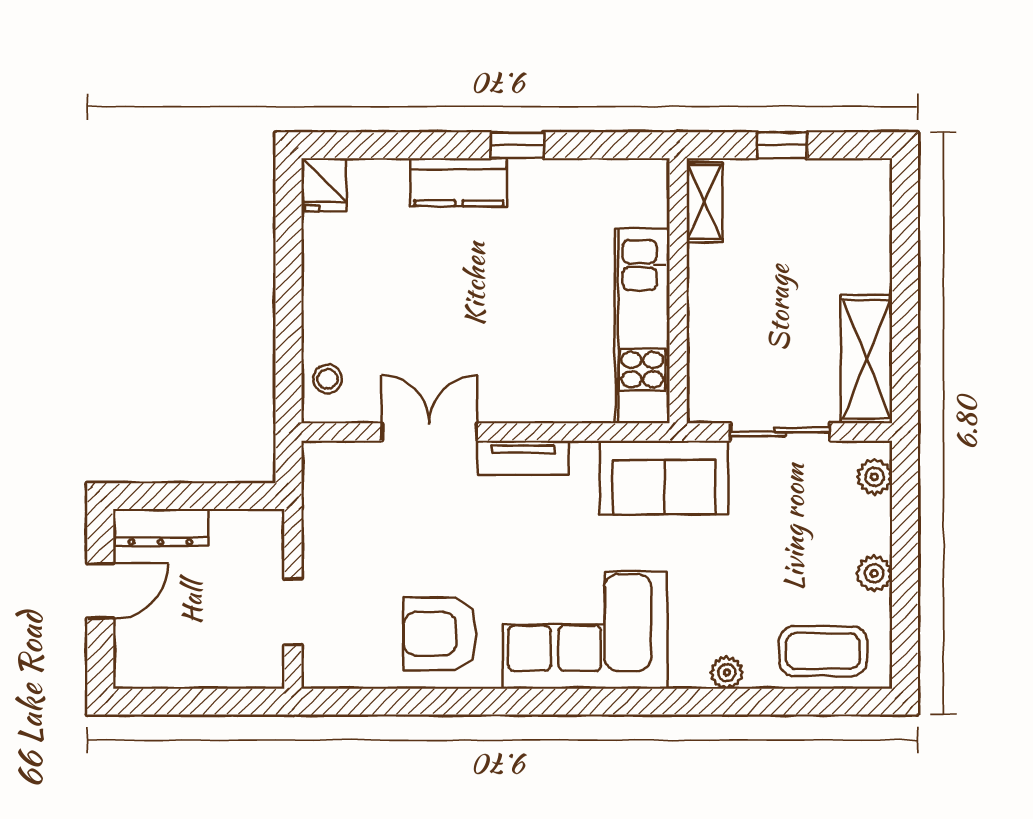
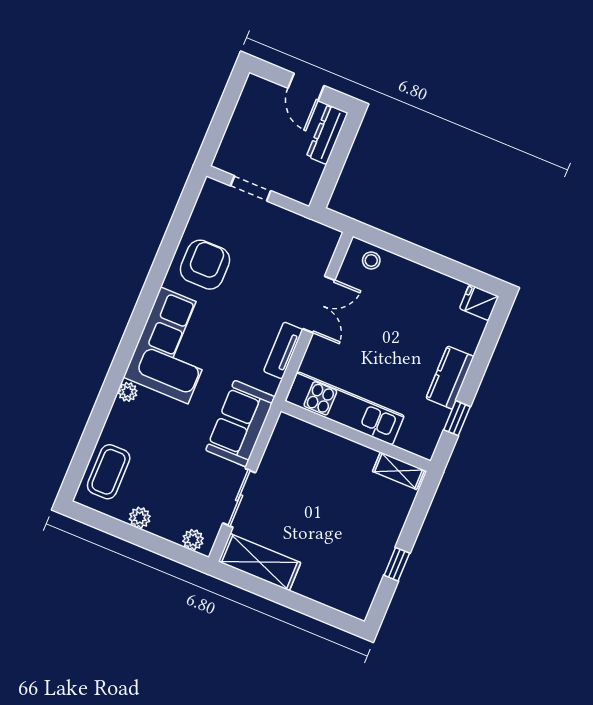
shelving: (705, 202) -> (399, 471), moved
wall: (678, 291) -> (356, 436), moved
kitchen unit: (642, 325) -> (345, 408), moved
plant: (727, 673) -> (128, 392), moved

